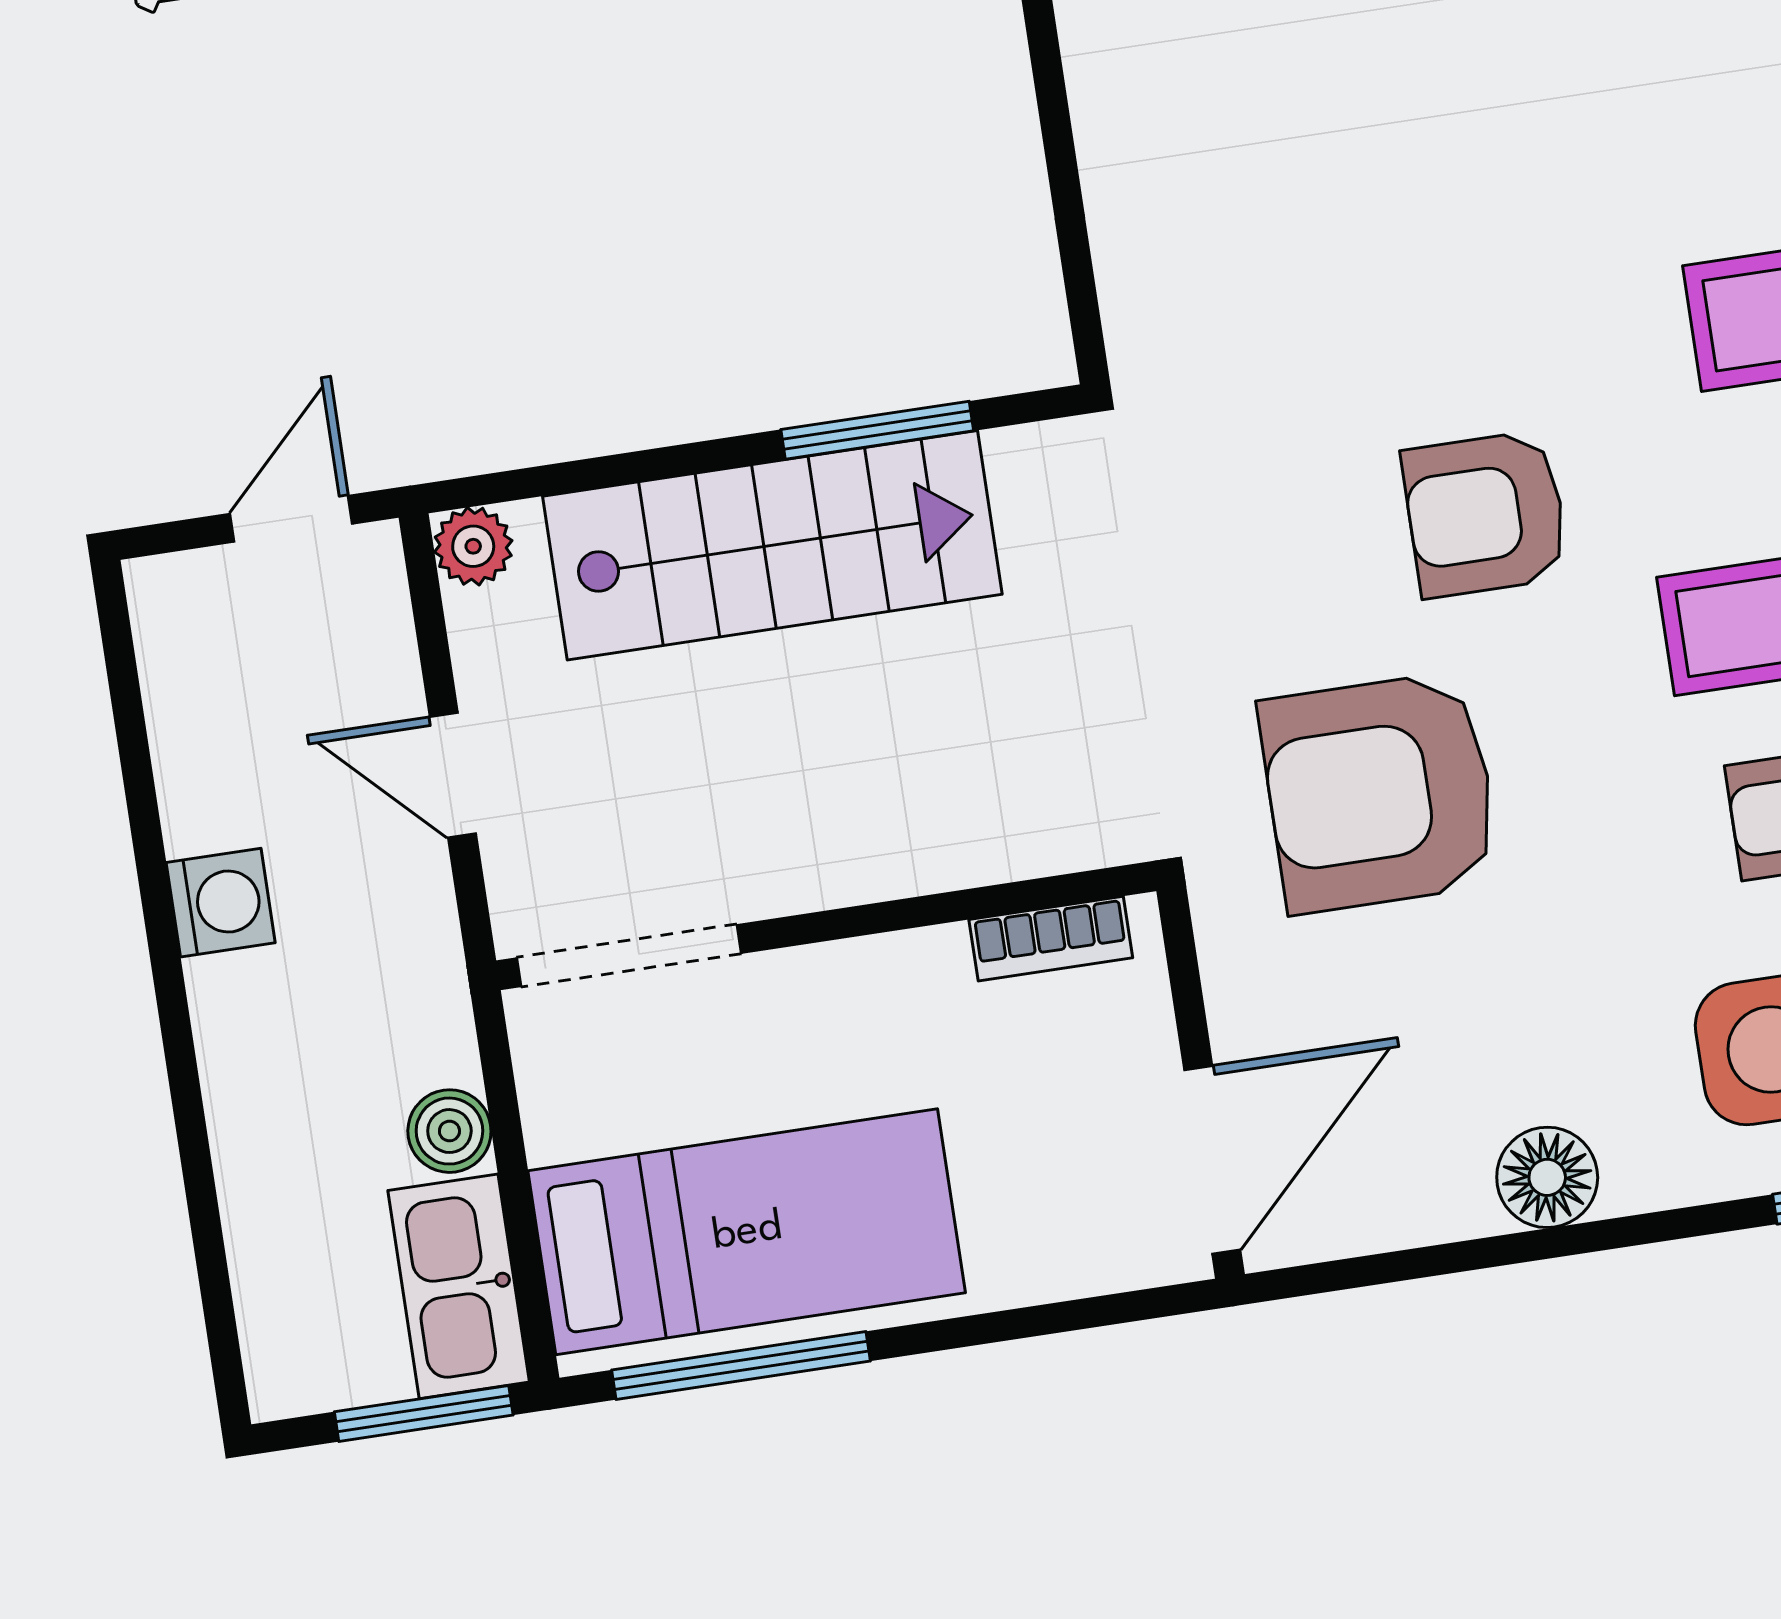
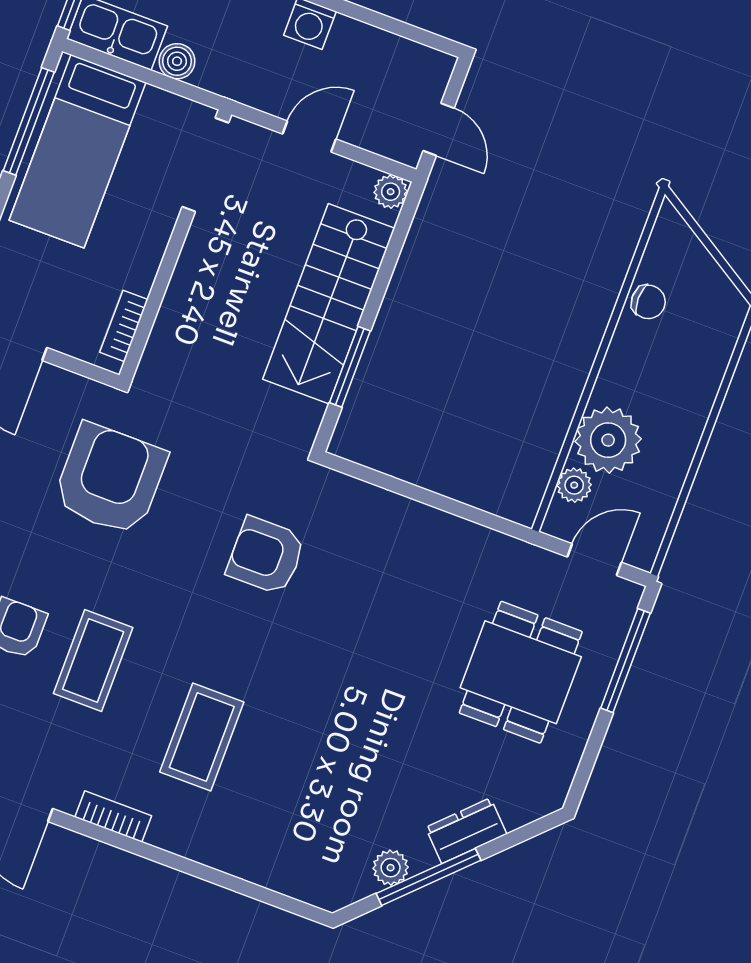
armchair: (1485, 514) -> (266, 556), moved, turned -90

